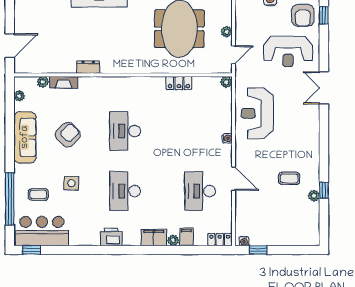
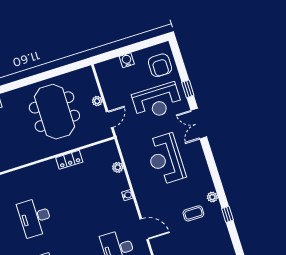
window: (324, 15) -> (188, 89), moved
plant: (226, 82) -> (118, 167), moved
reception desk: (257, 113) -> (165, 159), moved
plant: (314, 196) -> (212, 197), moved

